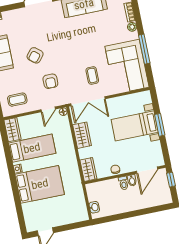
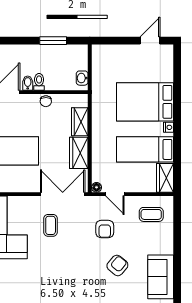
armchair: (50, 81) -> (105, 229), turned 180
door: (48, 109) -> (115, 194), swing flipped
wardrobe: (88, 169) -> (80, 122), moved
washbasin: (94, 207) -> (82, 78), moved
window: (119, 217) -> (53, 41), added

